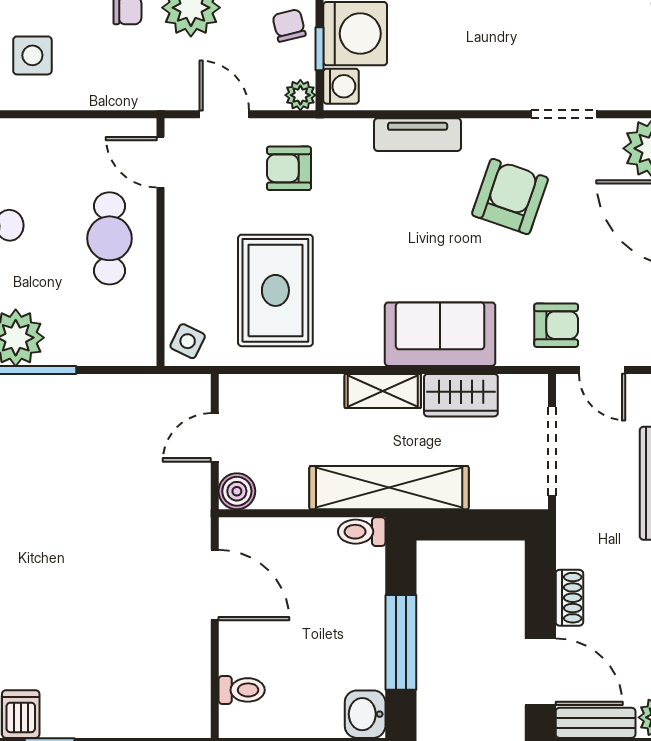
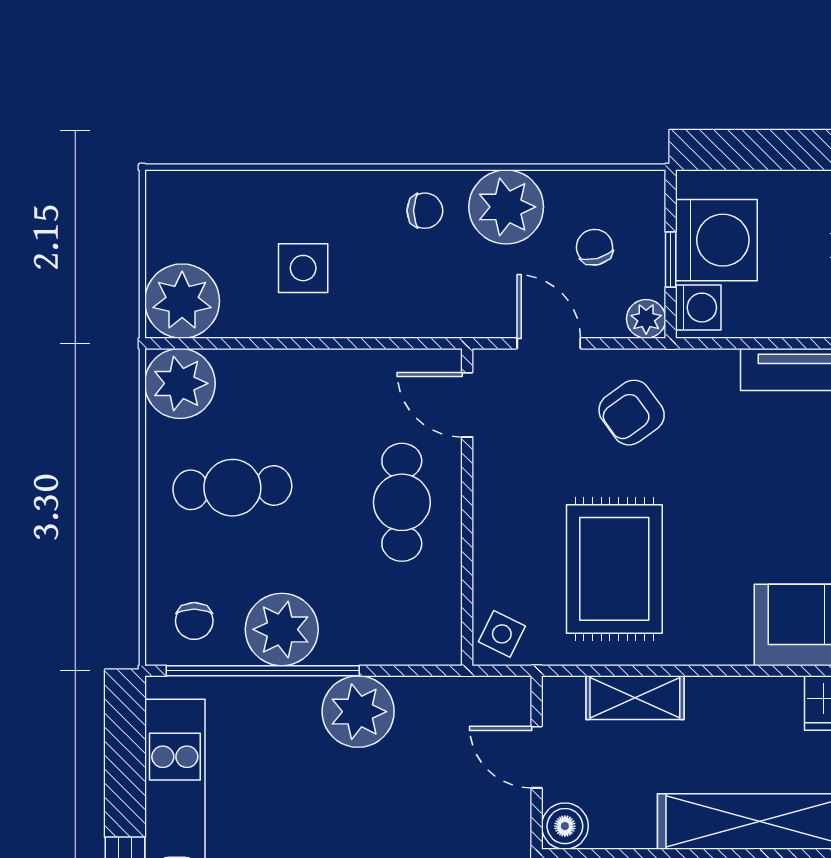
chair: (289, 25) -> (595, 247), moved
armchair: (289, 168) -> (632, 413), turned -36
shelving: (383, 391) -> (635, 698), moved
plant: (75, 402) -> (358, 712), added
door: (215, 437) -> (537, 757), hinge flipped

